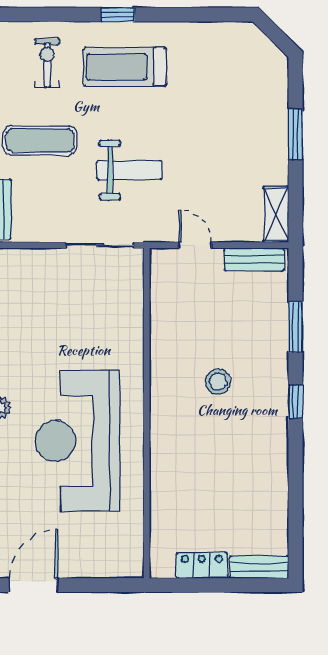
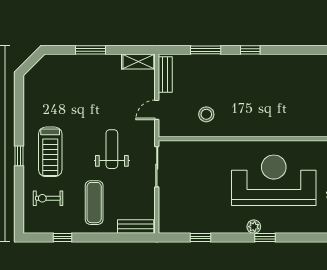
stool: (218, 381) -> (206, 114), moved
reception desk: (77, 441) -> (274, 180), turned 180

